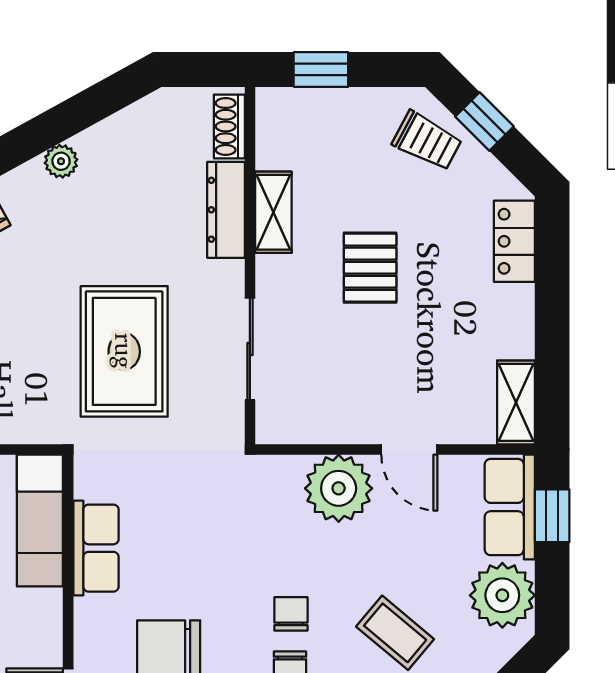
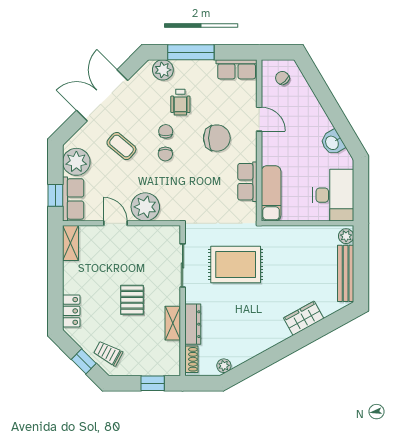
plant: (61, 161) -> (224, 366), moved
rug: (124, 351) -> (236, 265), turned 90

